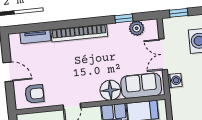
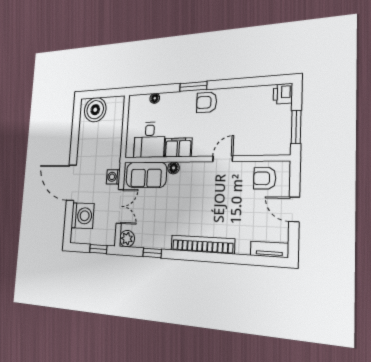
plant: (137, 28) -> (127, 239), moved
tv unit: (35, 37) -> (269, 249), moved
floor lamp: (110, 90) -> (174, 168), width x0.53, depth x0.53

